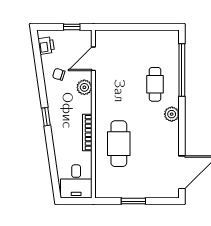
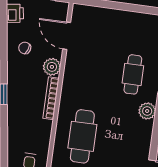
door: (93, 59) -> (67, 36), hinge flipped
bookcase: (87, 133) -> (51, 98), moved

